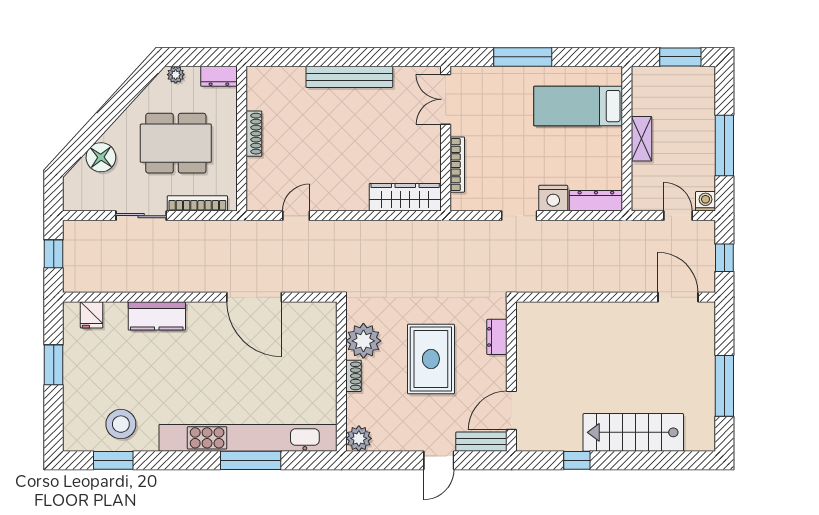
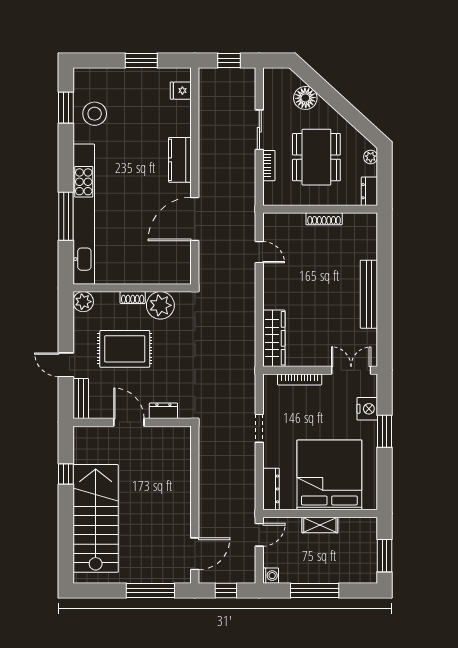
window: (523, 57) -> (385, 431), width x0.69
bed: (578, 106) -> (329, 475), width x2.04
nightstand: (553, 198) -> (367, 409), moved, turned 180
bookcase: (197, 203) -> (269, 166), width x0.64
door: (678, 216) -> (259, 535), moved
kitchen counter: (157, 316) -> (180, 160), moved
rug: (431, 359) -> (125, 349), moved
window: (724, 386) -> (150, 590), moved
door: (511, 410) -> (129, 422), moved
stairs: (633, 432) -> (96, 518), width x1.36, depth x1.51

